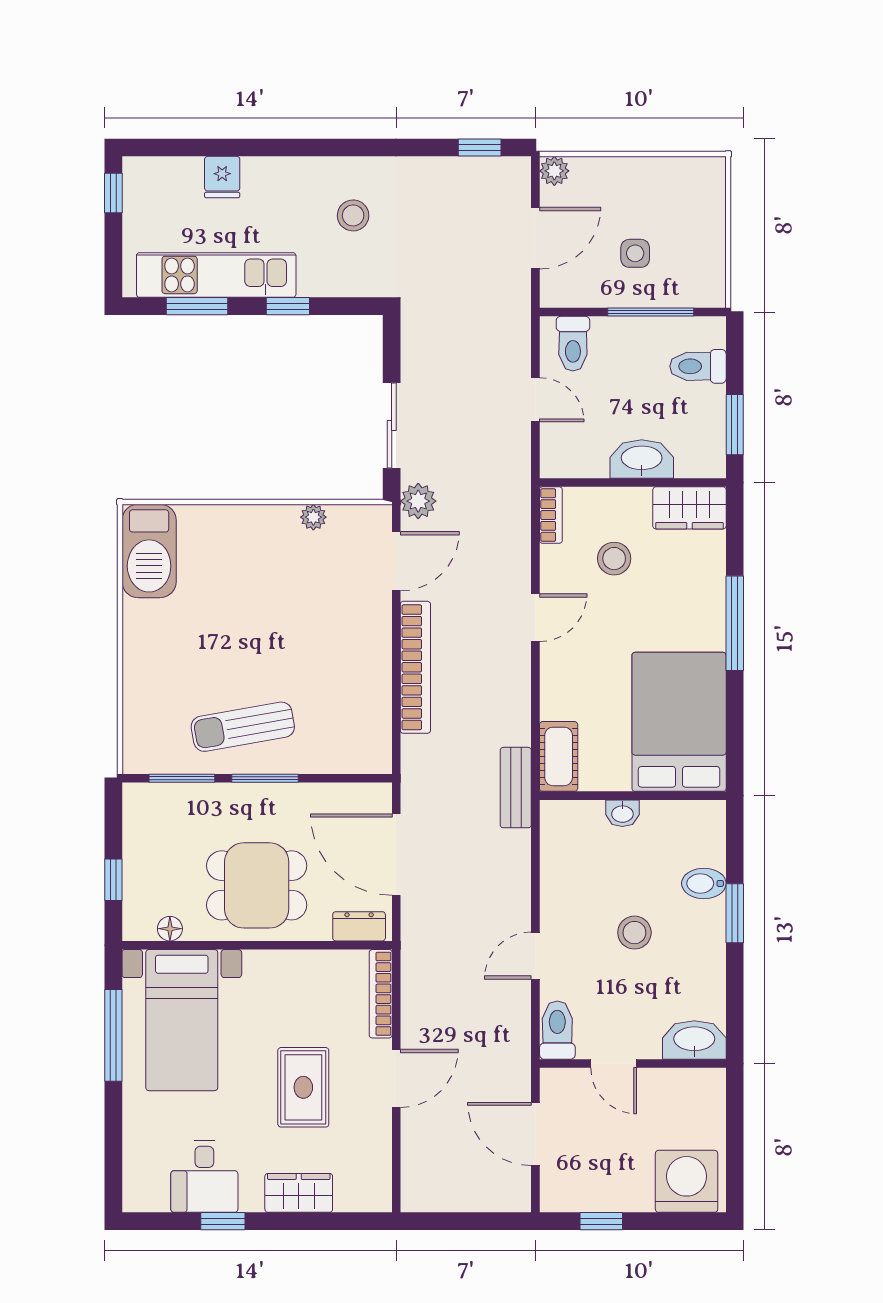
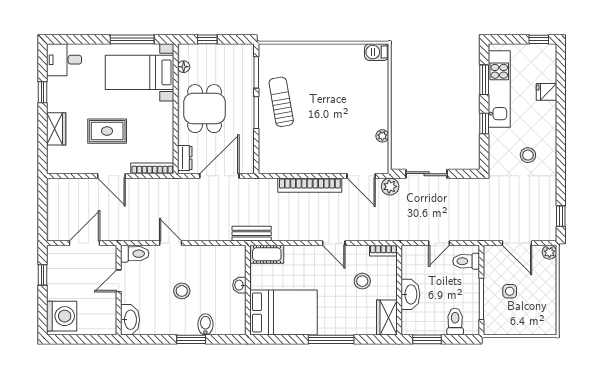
barbecue: (149, 551) -> (377, 52), width x0.53, depth x0.65
desk: (204, 1176) -> (64, 60), moved

